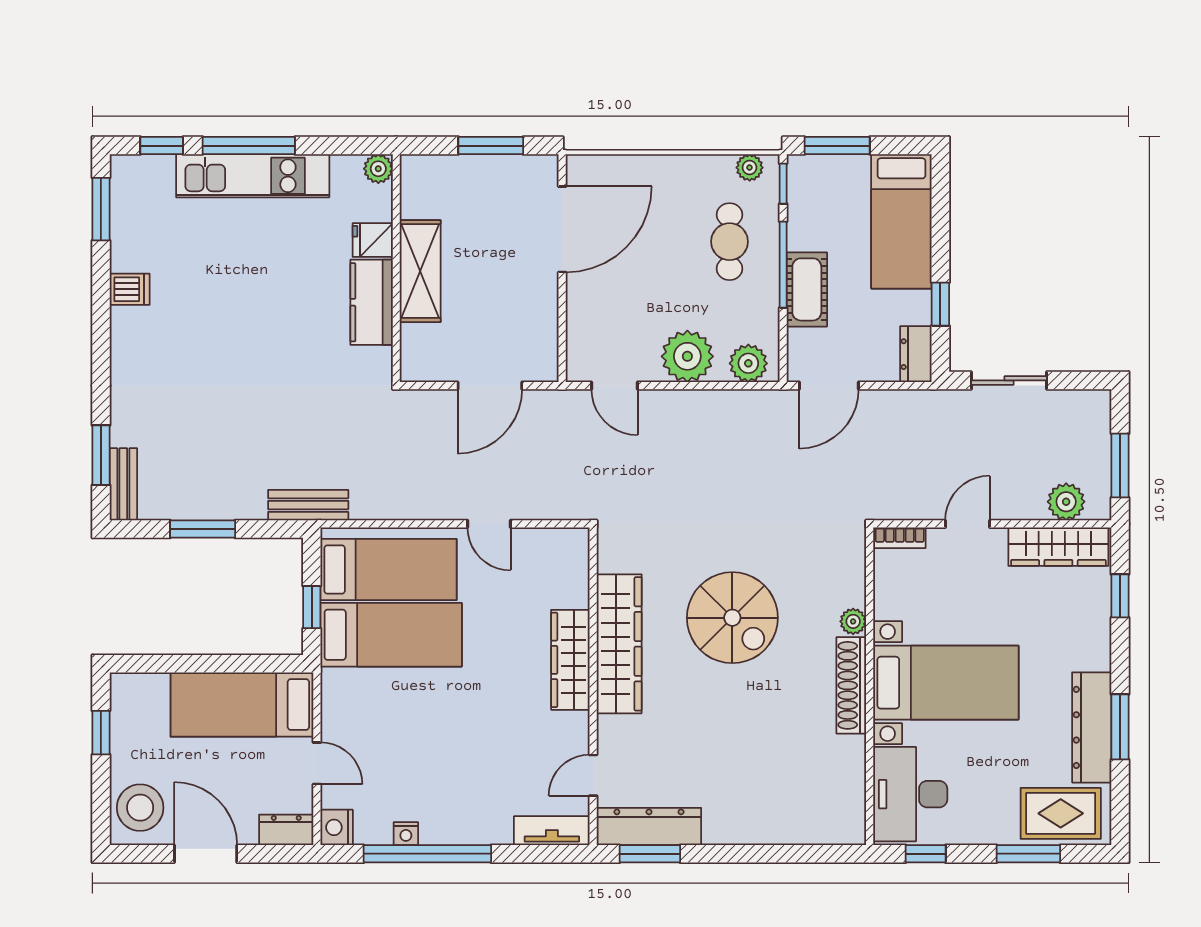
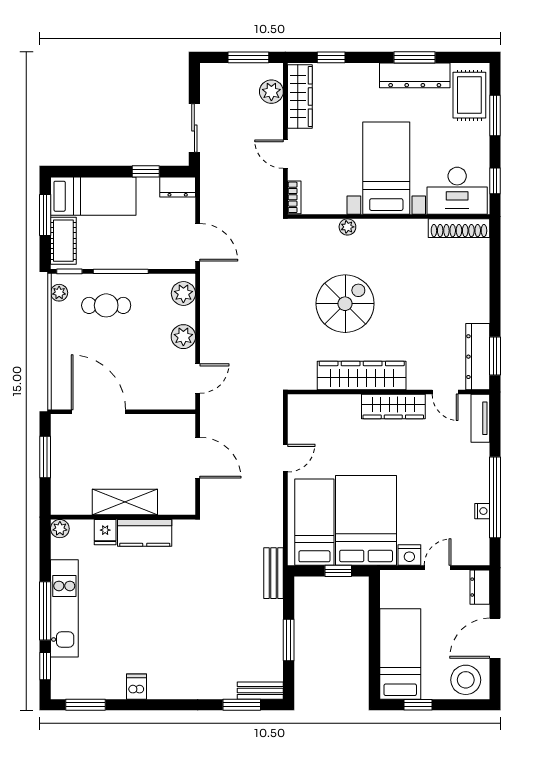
window: (837, 146) -> (45, 215), moved
cot: (807, 289) -> (63, 241), moved, turned 90
plant: (687, 356) -> (183, 337), width x0.73, depth x0.73
bed: (391, 635) -> (366, 520), width x1.50
wardrobe: (570, 660) -> (393, 406), moved
shoe rack: (851, 685) -> (459, 228), moved
bed: (242, 705) -> (400, 654), moved, turned 180
nightstand: (337, 827) -> (409, 555), moved

